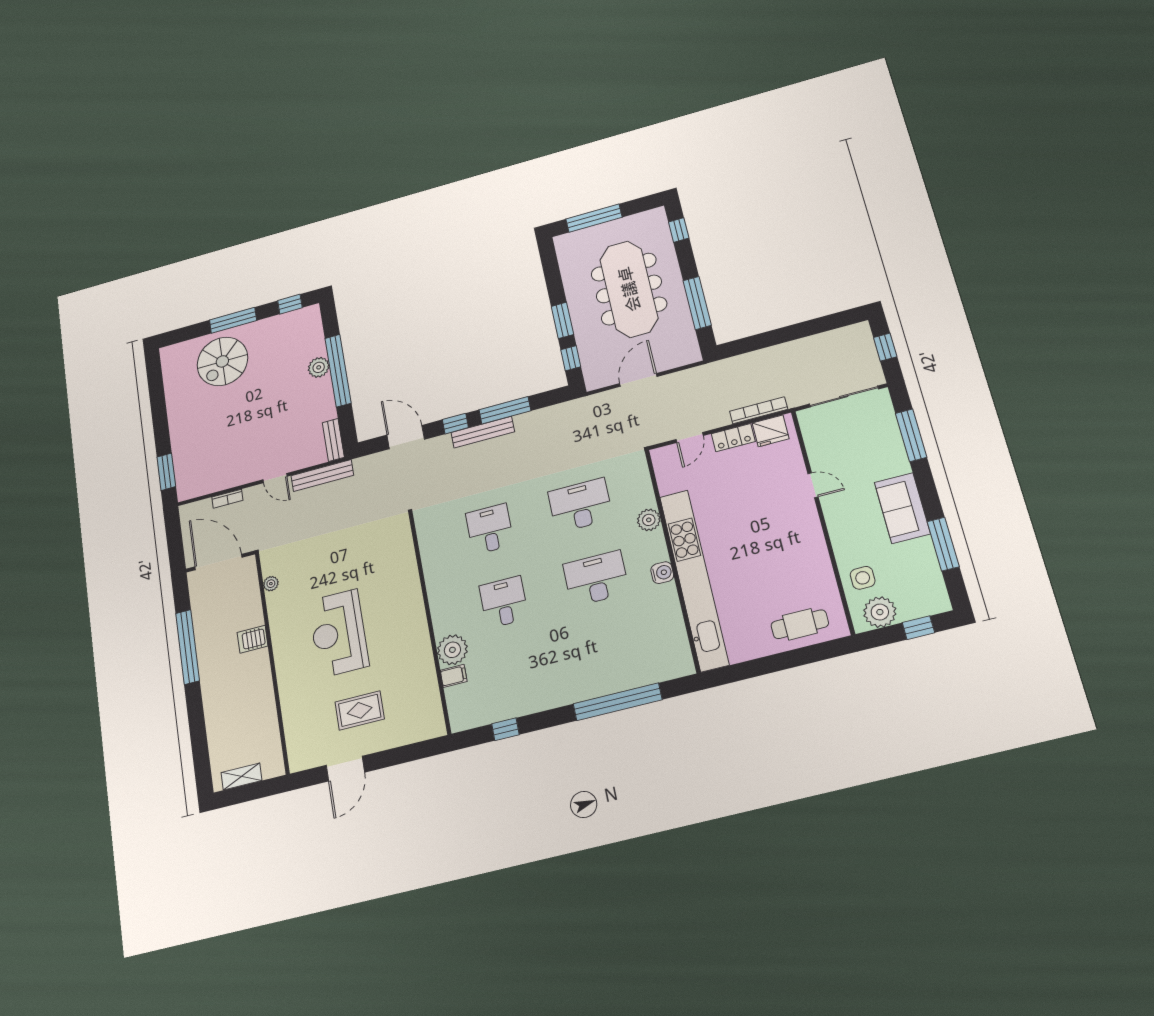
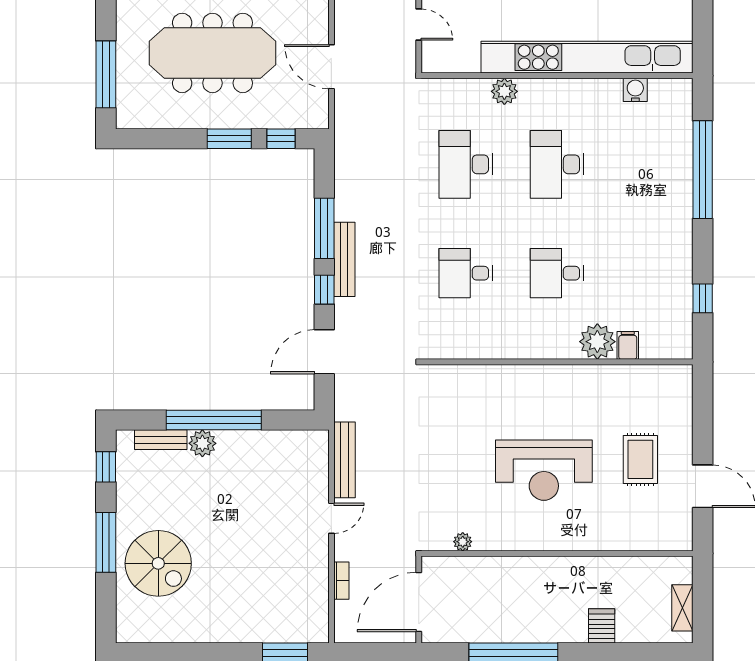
bench: (333, 440) -> (161, 440), moved
water cooler: (662, 573) -> (635, 90), moved
server rack: (253, 639) -> (602, 626), moved, turned 180

